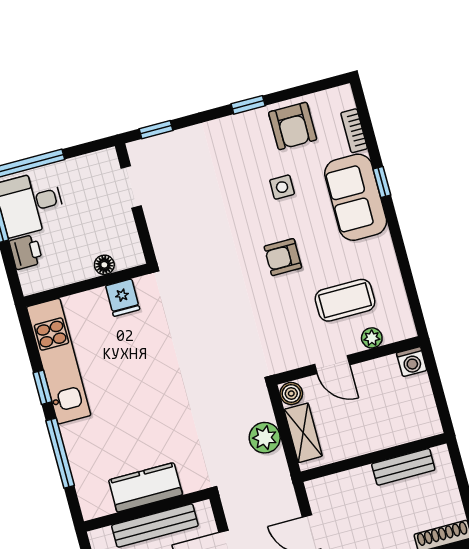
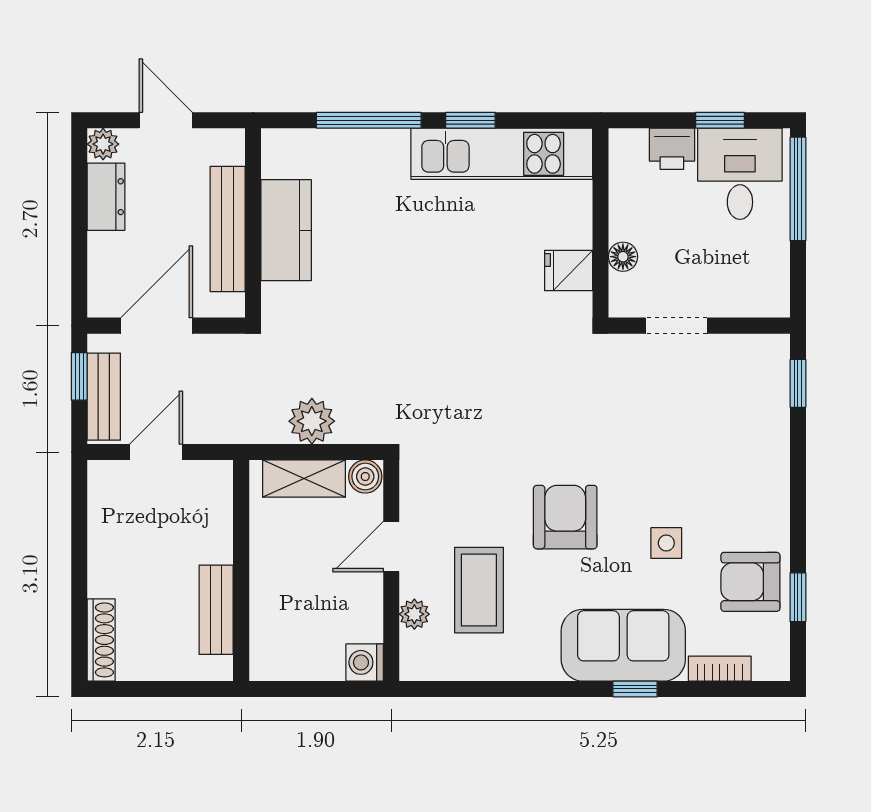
window: (248, 105) -> (798, 597), moved
doorway: (131, 187) -> (676, 326), moved
armchair: (283, 257) -> (565, 517), width x1.38, depth x1.38

